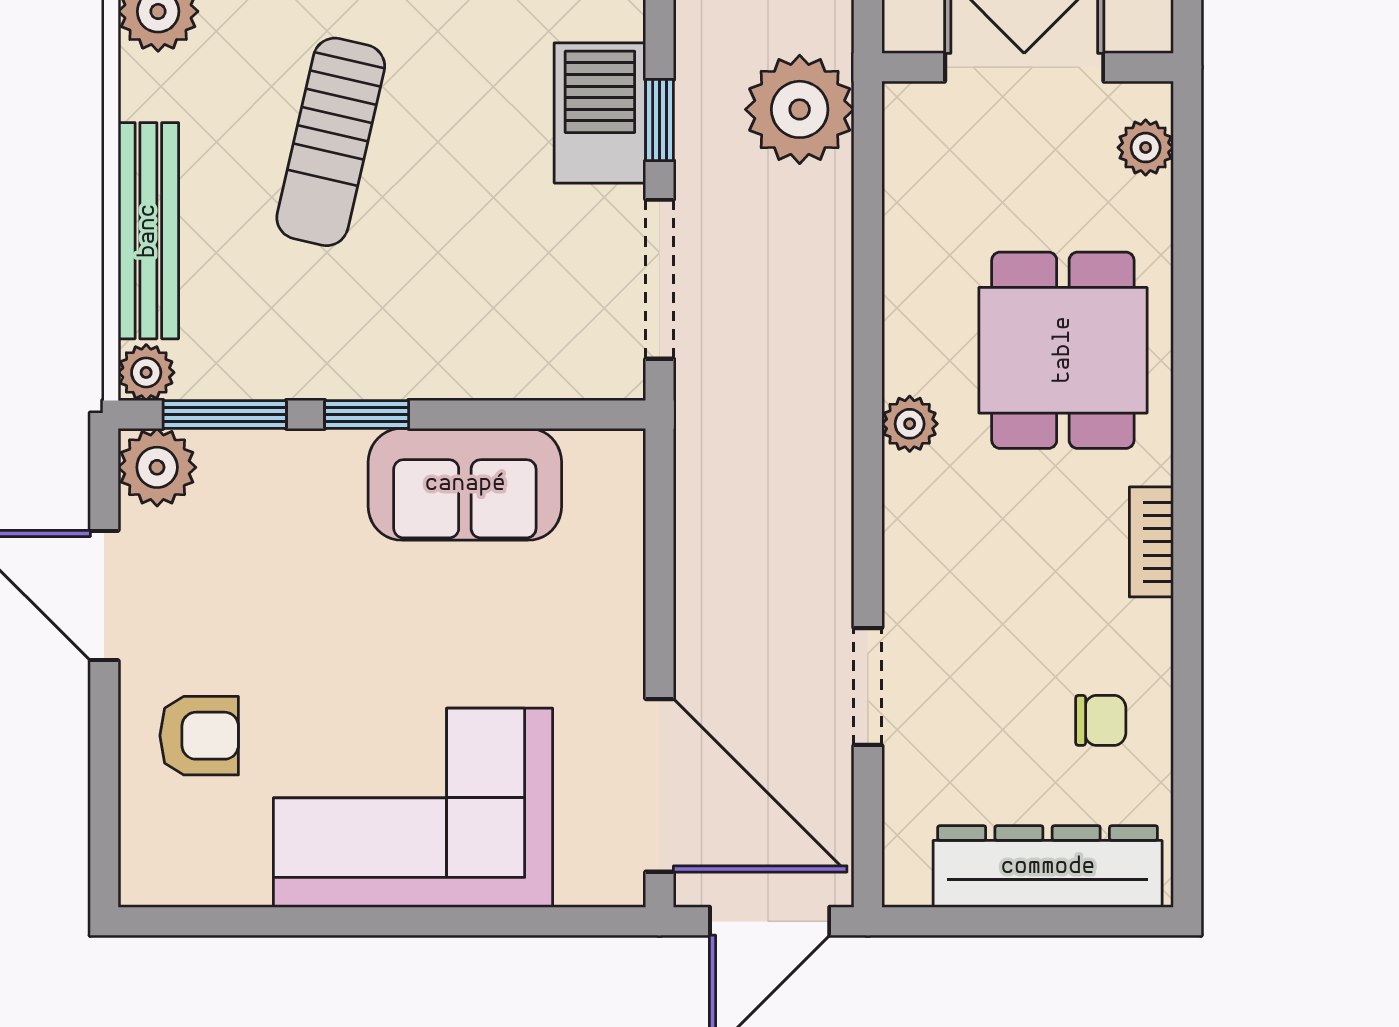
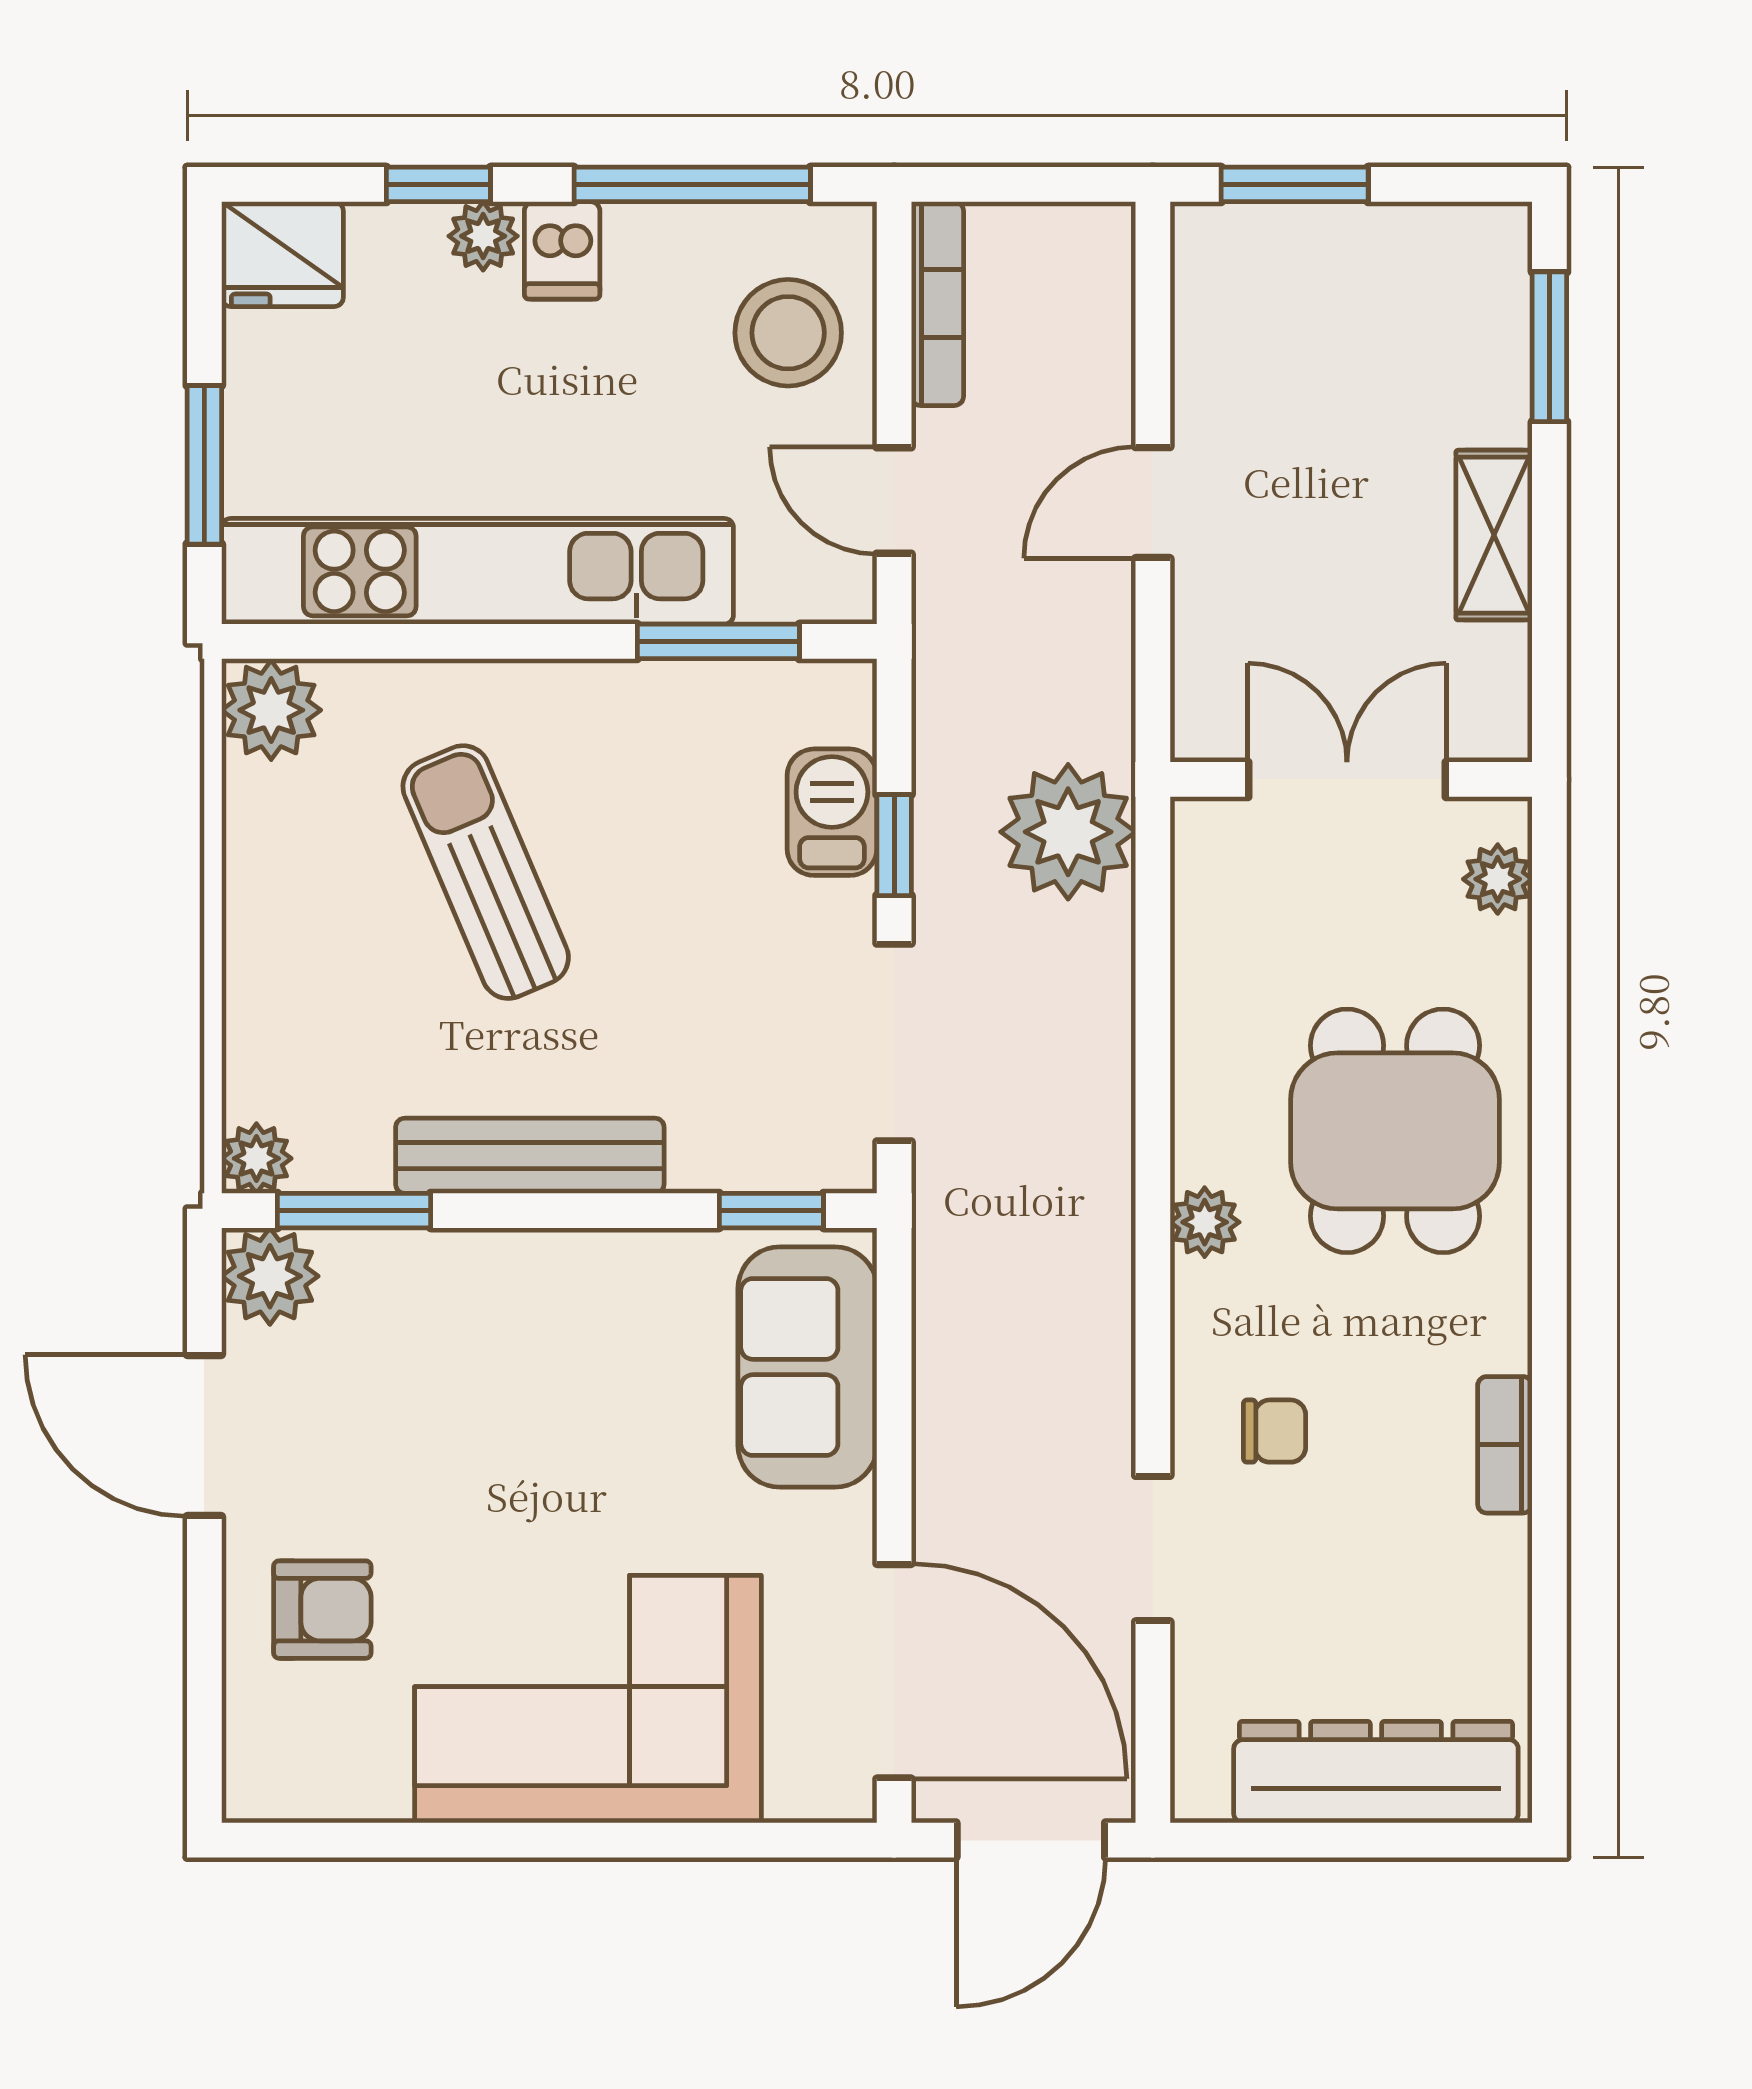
barbecue: (600, 113) -> (832, 812), width x0.73, depth x0.79
sun lounger: (331, 142) -> (486, 872), turned 144
bench: (148, 231) -> (530, 1156), moved, turned 90
window: (367, 414) -> (771, 1211), moved
sofa: (465, 484) -> (807, 1367), moved, turned 90
bookcase: (1151, 542) -> (1505, 1445), moved
chair: (1101, 720) -> (1275, 1431), moved

